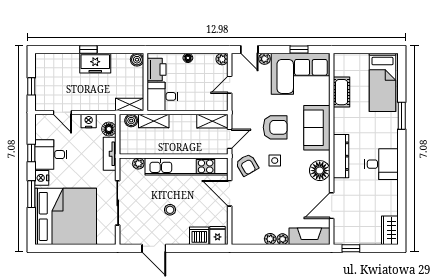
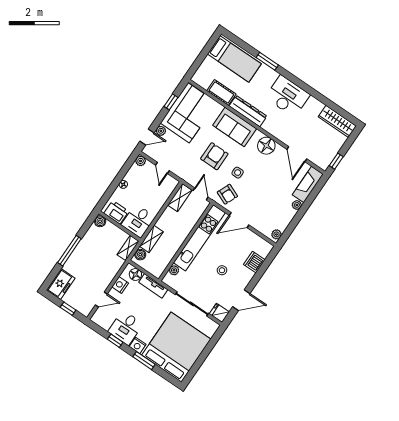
window: (88, 49) -> (69, 251), width x2.17
freezer: (95, 63) -> (61, 284), moved
dresser: (341, 156) -> (248, 111), moved
desk: (381, 164) -> (287, 96), width x1.37
armchair: (247, 165) -> (227, 194), turned 53
wardrobe: (390, 230) -> (337, 121), width x1.50
fridge: (218, 235) -> (219, 313), moved
plant: (270, 239) -> (277, 234), moved

